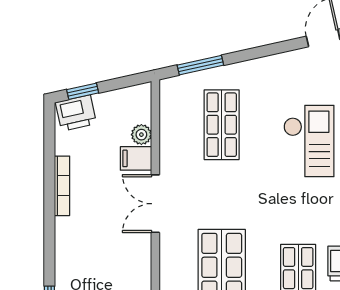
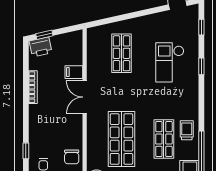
window: (200, 65) -> (110, 20), removed
plant: (141, 135) -> (77, 59), removed
checkout: (309, 141) -> (170, 62), turned 180

